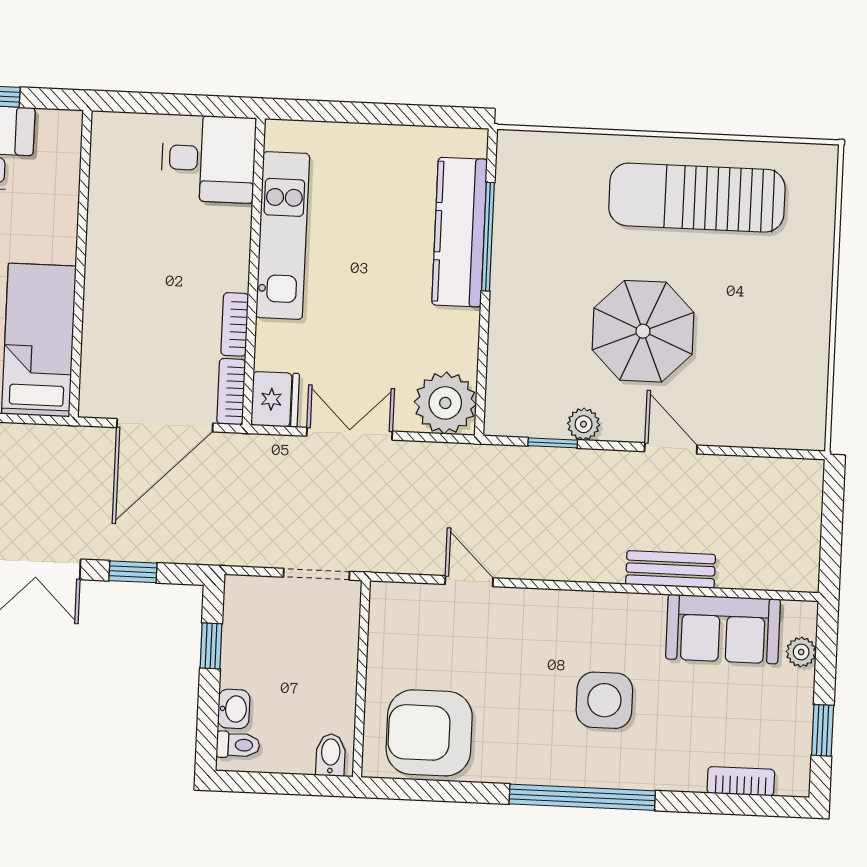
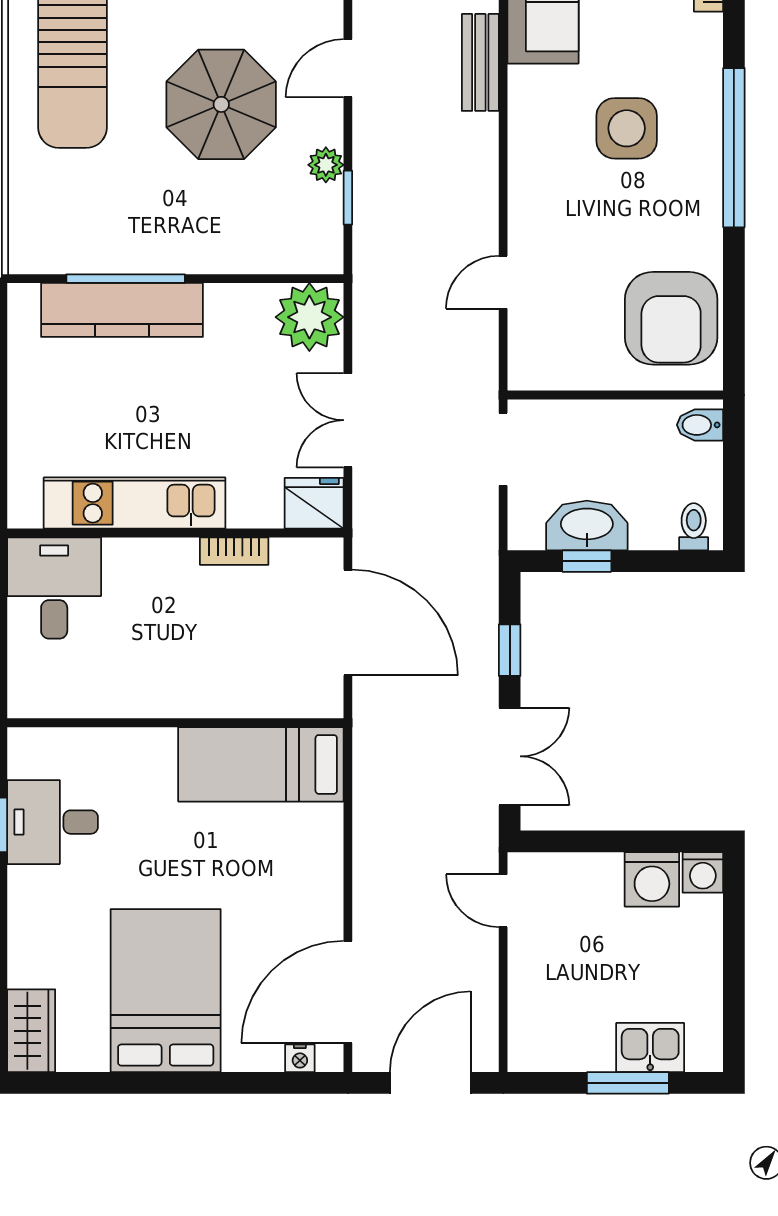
bookcase: (231, 392) -> (308, 552), removed
washbasin: (234, 709) -> (587, 525), moved, width x1.91, depth x1.45

